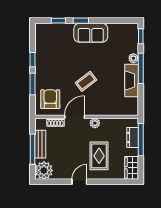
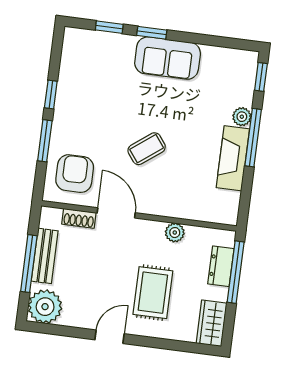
door: (75, 117) -> (116, 213), hinge flipped
plant: (95, 123) -> (175, 233), moved

